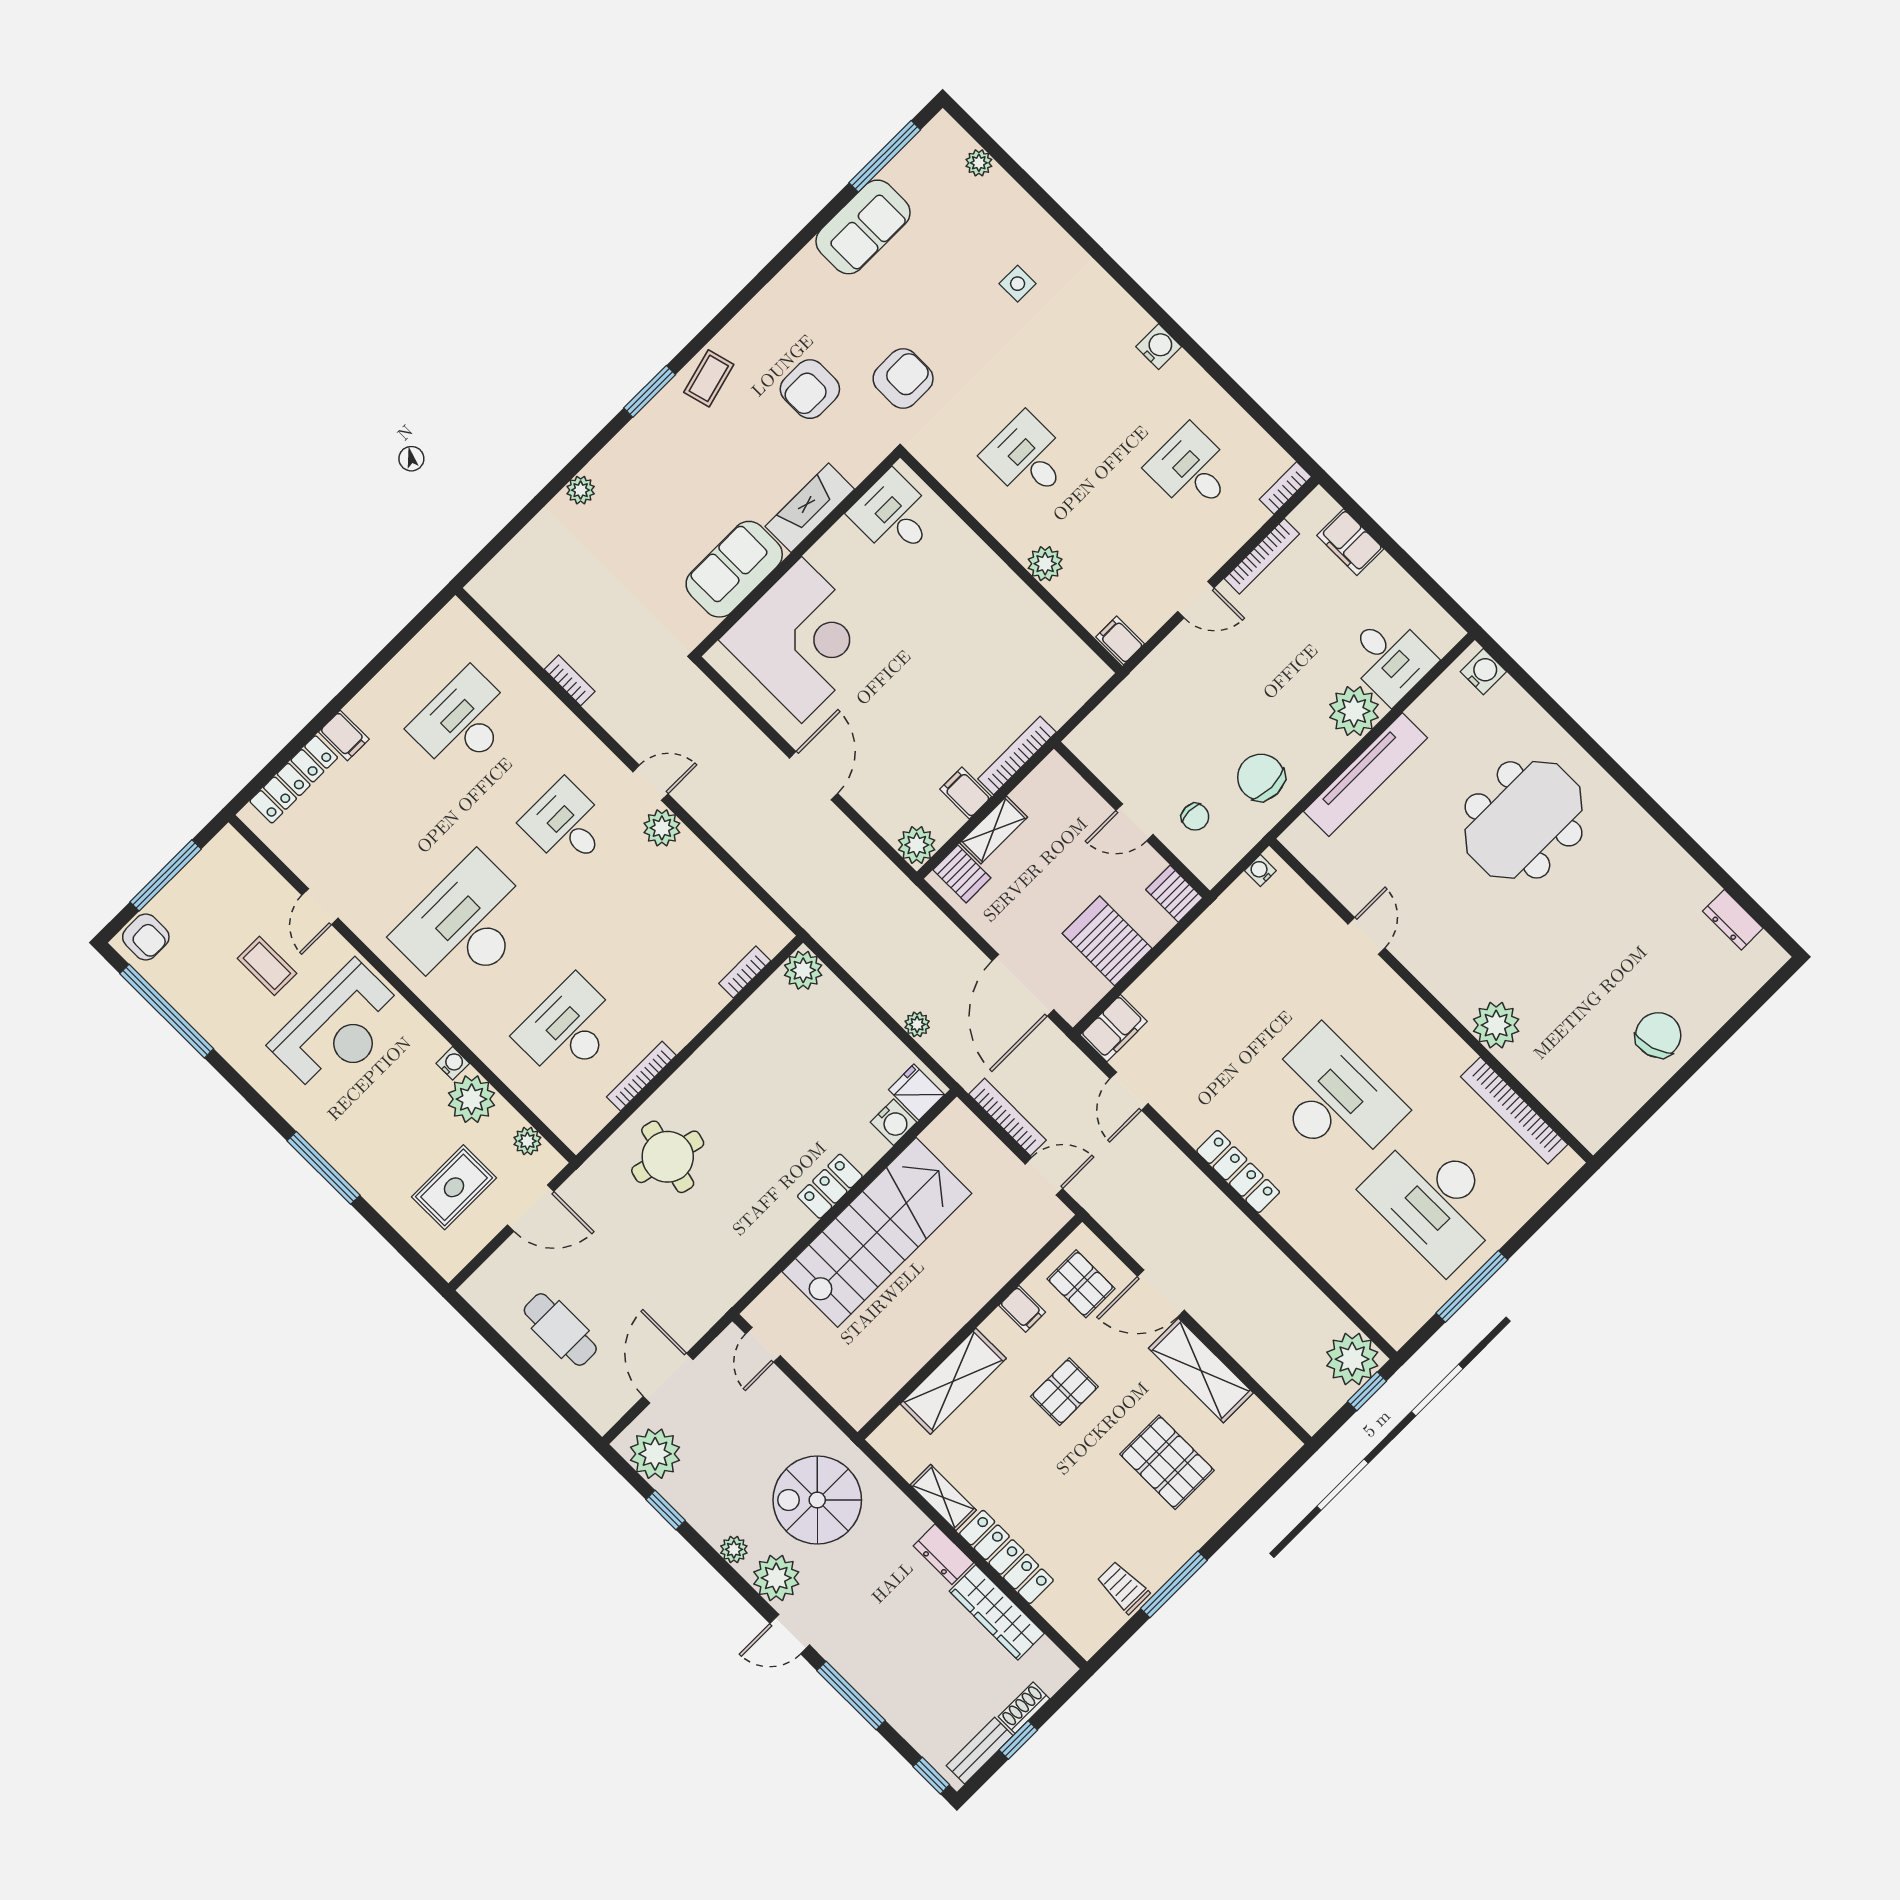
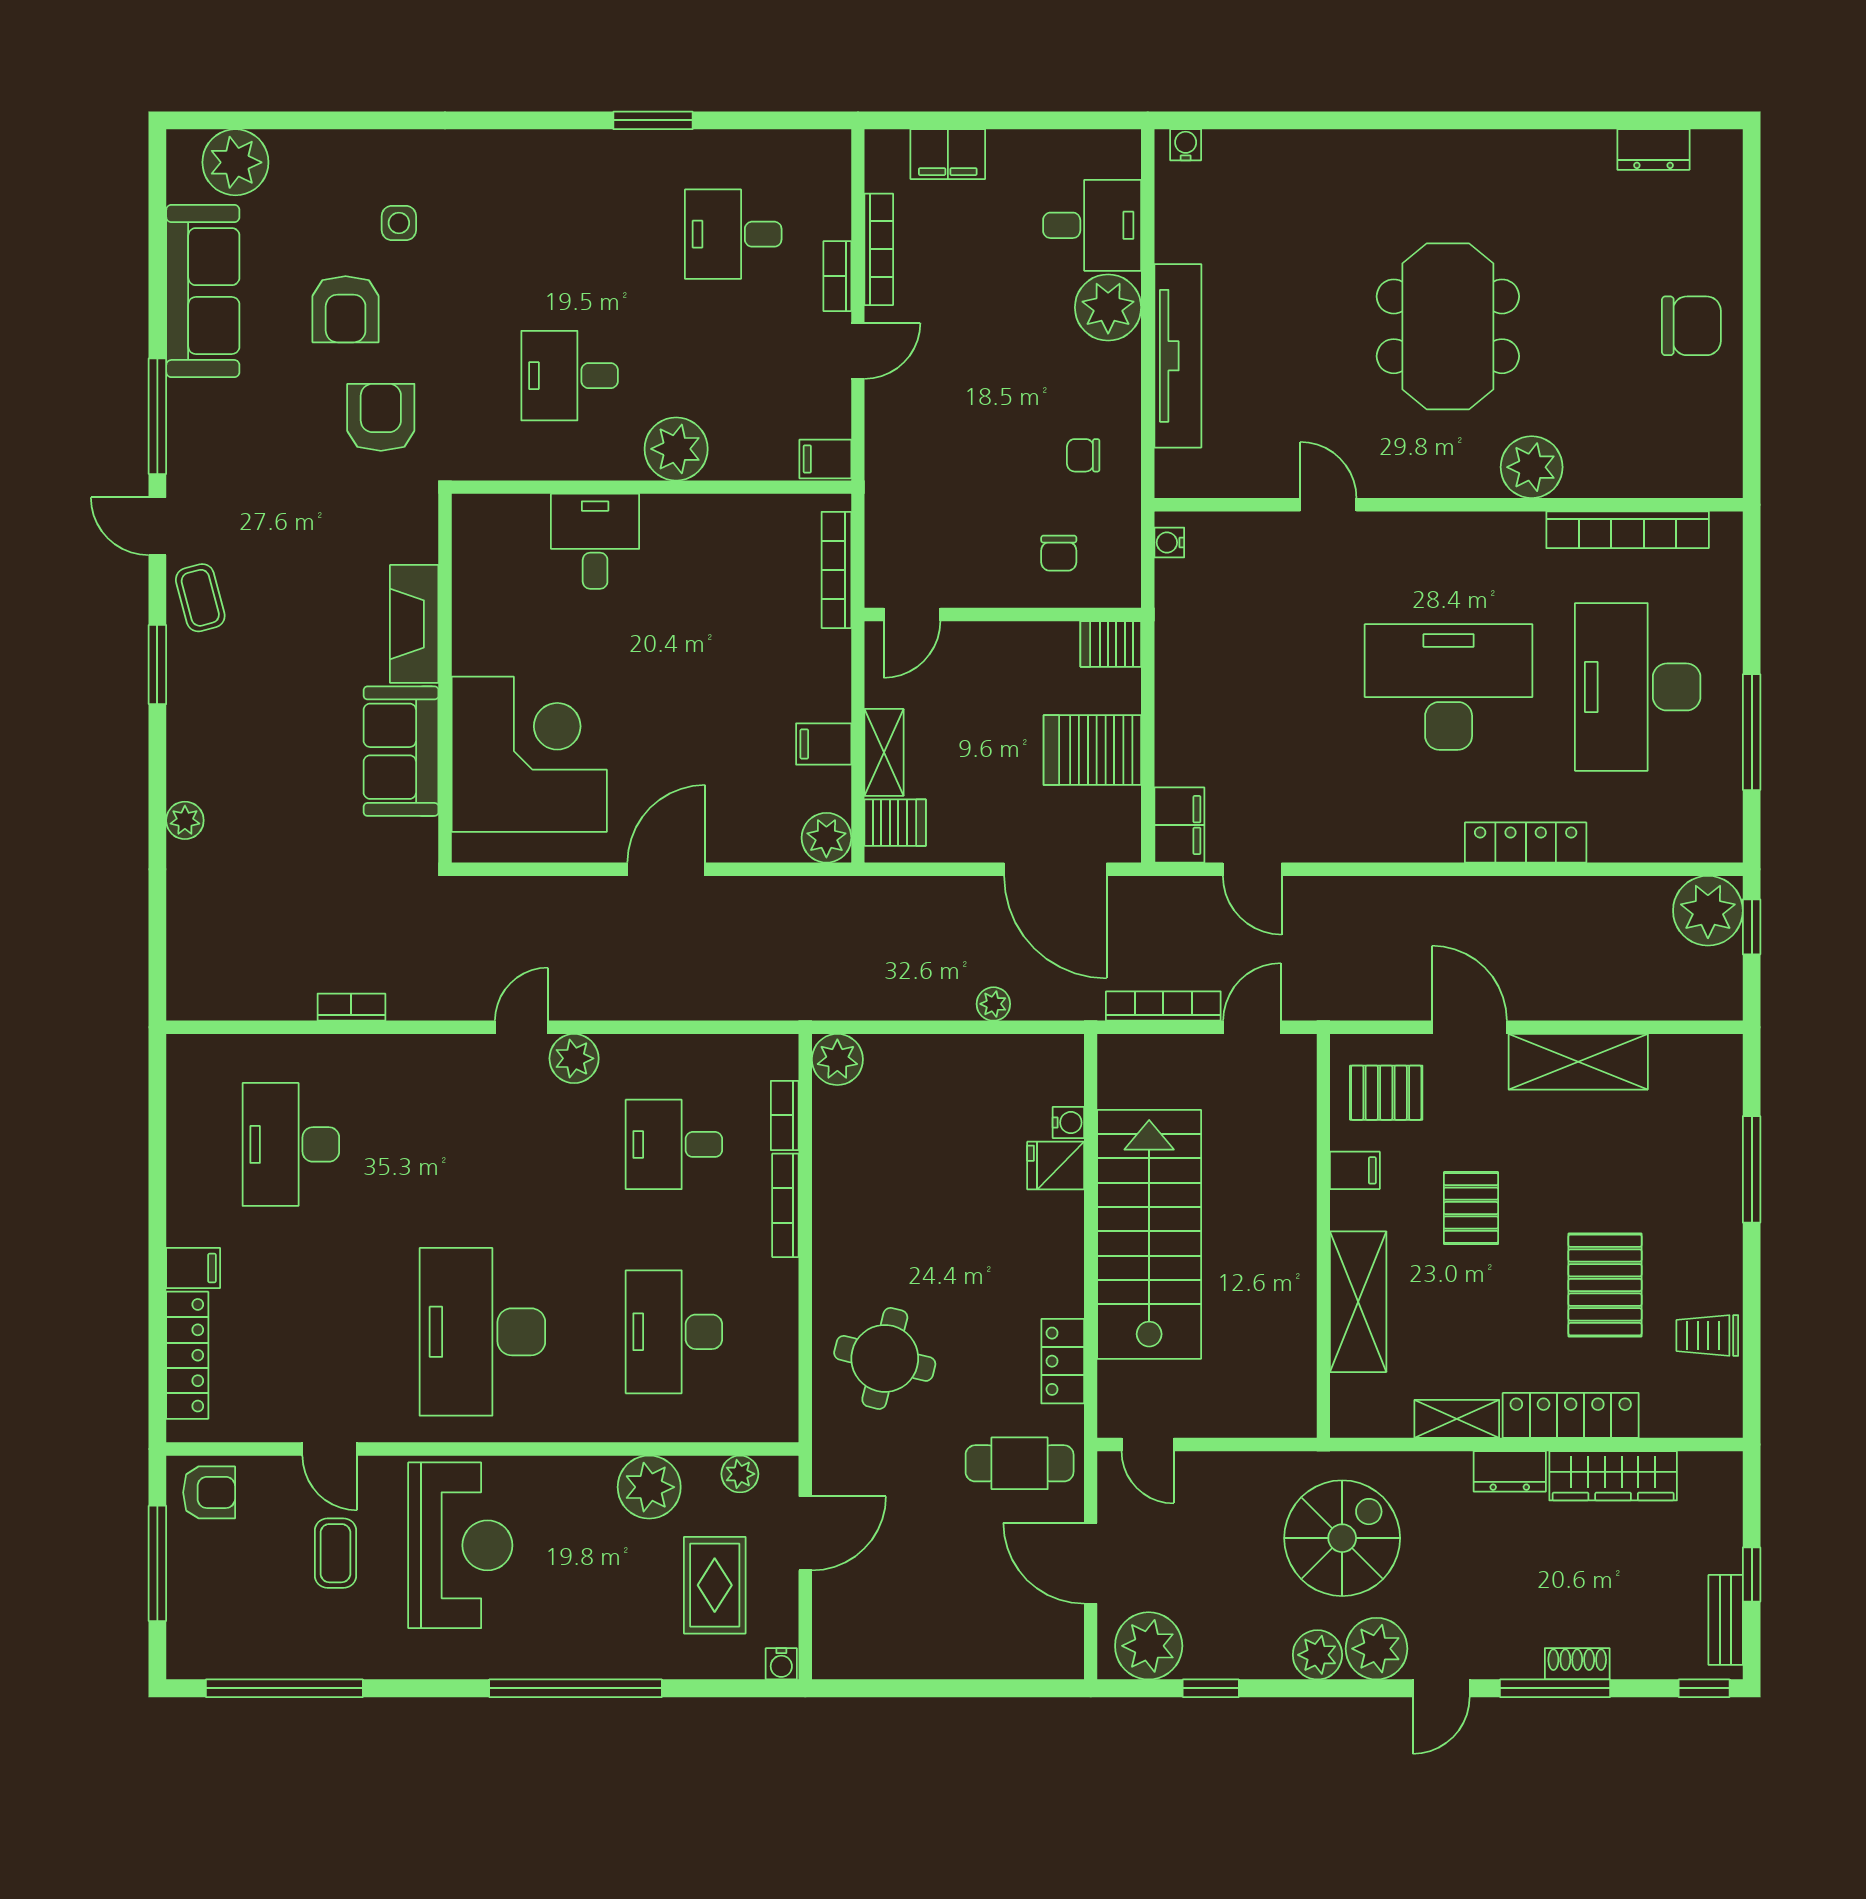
window: (885, 156) -> (157, 416), moved
plant: (979, 163) -> (235, 162), width x1.88, depth x1.88
sofa: (863, 227) -> (203, 291), width x1.36
door: (724, 317) -> (157, 526), added
water cooler: (1159, 347) -> (588, 151), removed
window: (1210, 365) -> (653, 120), added
armchair: (810, 389) -> (346, 309), moved
bookcase: (1285, 488) -> (837, 276), moved
desk: (894, 515) -> (595, 541), moved, turned 90
plant: (1045, 564) -> (676, 449), width x1.36, depth x1.36
water cooler: (1483, 672) -> (1186, 145), width x0.72, depth x0.72
bookcase: (1017, 755) -> (836, 570), moved
door: (814, 776) -> (666, 869), hinge flipped
chair: (1261, 777) -> (1083, 455), width x0.54, depth x0.54
chair: (1195, 817) -> (1059, 553), turned 90
meeting table: (1524, 820) -> (1448, 326), moved
door: (1135, 822) -> (912, 615), moved
desk: (566, 825) -> (674, 1144), moved
armchair: (146, 937) -> (209, 1492), moved
coffee table: (267, 966) -> (335, 1553), turned 90
chair: (1658, 1035) -> (1691, 326), turned 107
water cooler: (453, 1063) -> (781, 1664), moved, turned 180
bookcase: (641, 1076) -> (785, 1205), moved
fridge: (916, 1092) -> (1056, 1166), moved
water cooler: (894, 1122) -> (1068, 1123), width x0.72, depth x0.72
window: (323, 1168) -> (576, 1688), width x1.46
locker: (1238, 1172) -> (1526, 843), moved
locker: (830, 1186) -> (1063, 1361), moved
desk: (1435, 1201) -> (1638, 687), turned 90
door: (1161, 1293) -> (1469, 1027), swing flipped
cafe table: (560, 1330) -> (1020, 1463), moved
pallet: (1167, 1462) -> (1605, 1285), moved, turned 90
spiral stairs: (817, 1500) -> (1342, 1538), turned 180
plant: (734, 1549) -> (1317, 1655), width x1.38, depth x1.38
window: (1174, 1584) -> (1752, 1169), moved
shoe rack: (1024, 1708) -> (1577, 1664), moved, turned 90

